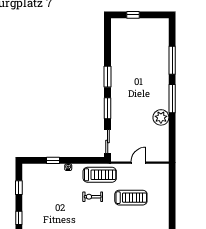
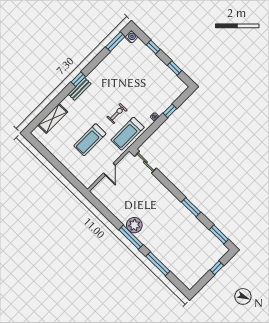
window: (108, 108) -> (219, 234), moved
plant: (161, 117) -> (134, 225), moved

